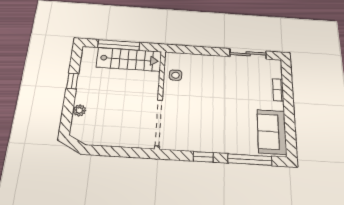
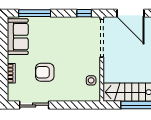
armchair: (235, 88) -> (45, 72), added
door: (116, 152) -> (130, 13), added
window: (203, 157) -> (84, 13), moved

